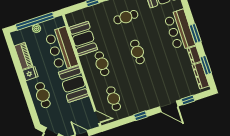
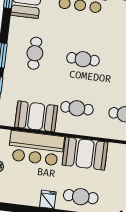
piano: (23, 56) -> (23, 197), removed

